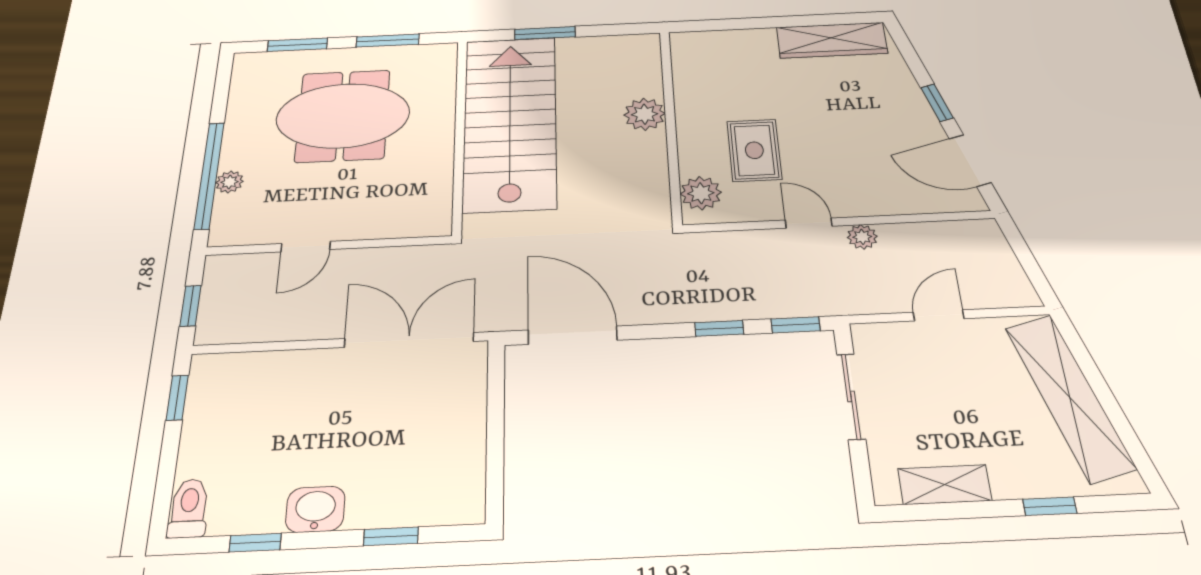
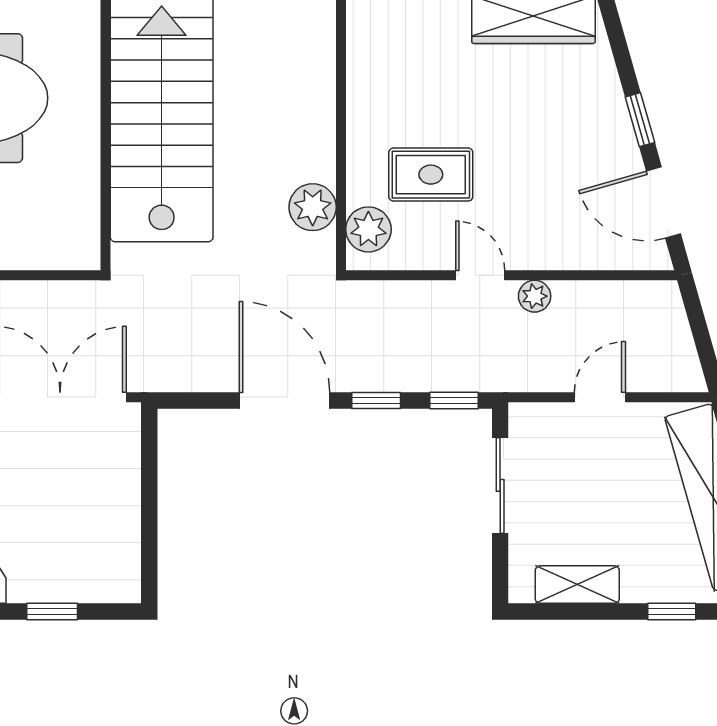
plant: (645, 114) -> (313, 207), moved
rug: (754, 150) -> (431, 175), turned 90
door: (573, 335) -> (285, 400), moved

